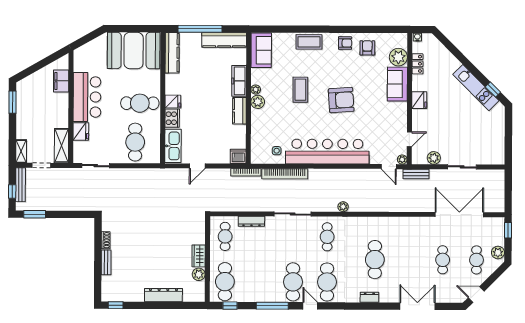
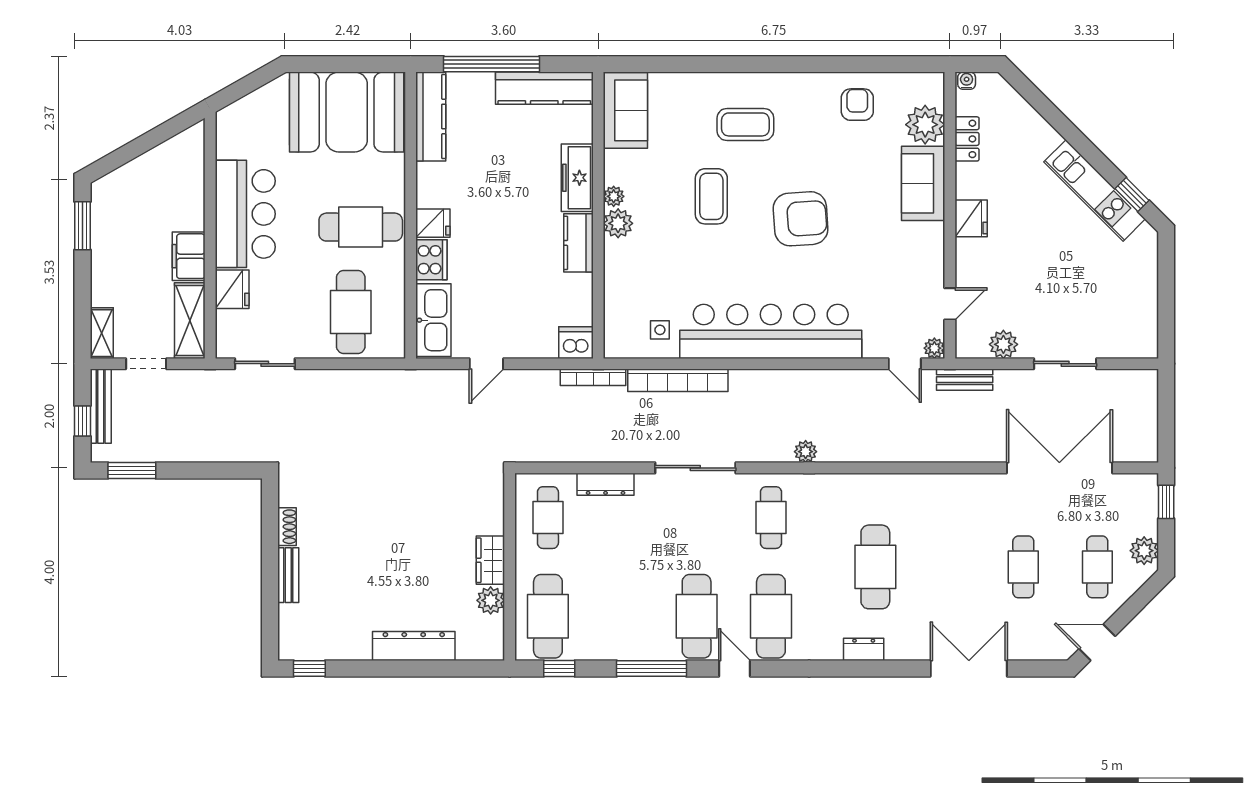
coffee table: (309, 42) -> (745, 124), moved
armchair: (345, 43) -> (809, 94), removed
filing cabinet: (61, 81) -> (189, 256), moved

